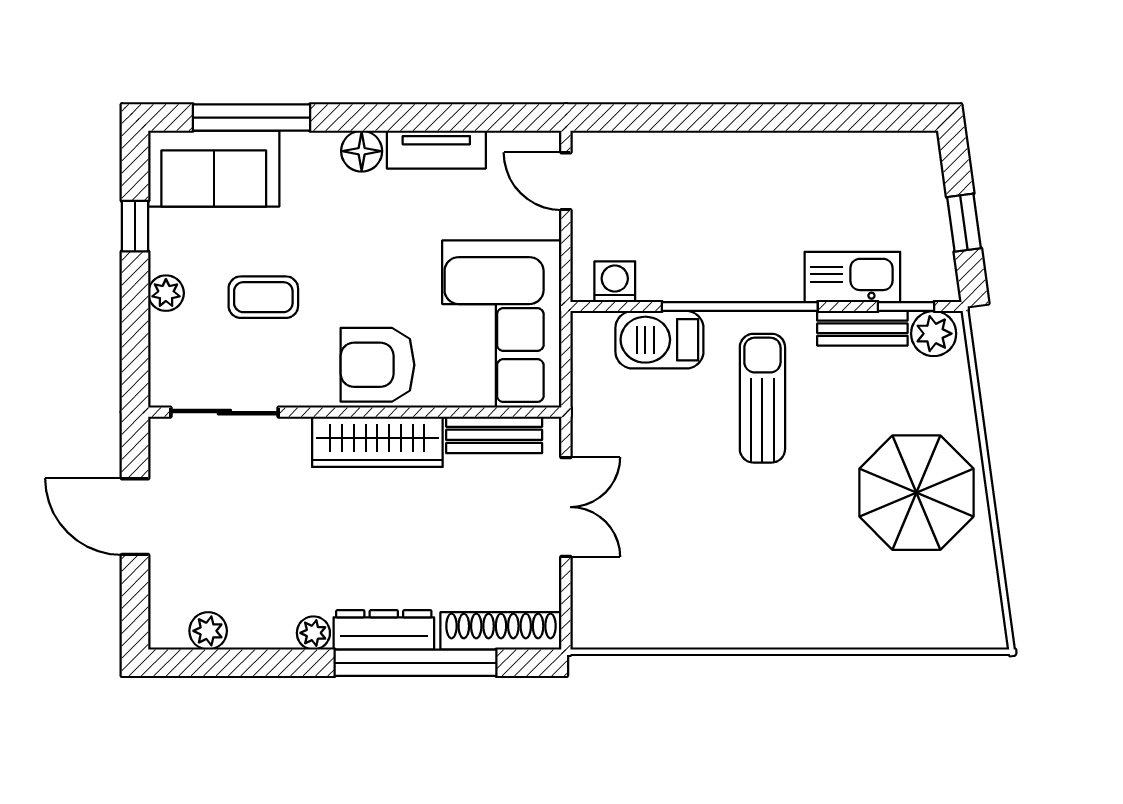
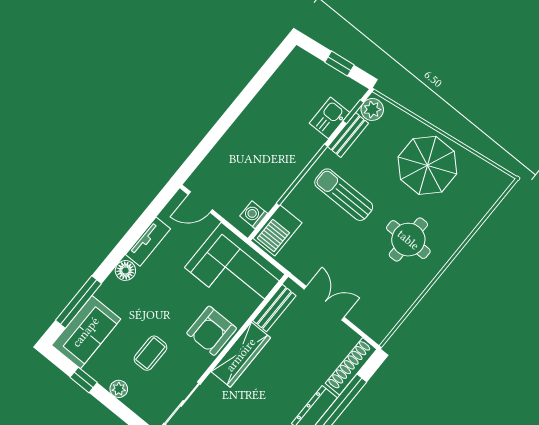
kitchen sink: (852, 277) -> (330, 118), width x0.73
barbecue: (659, 340) -> (277, 230), moved
round table: (775, 558) -> (408, 240), added

